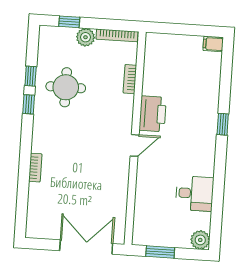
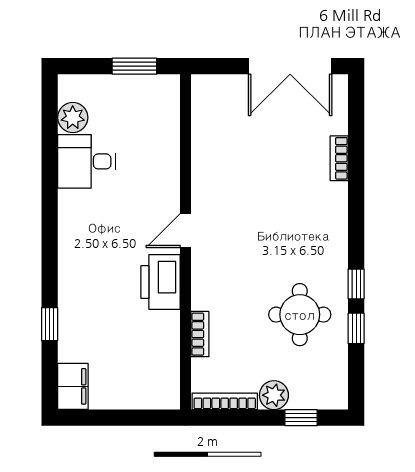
filing cabinet: (213, 44) -> (73, 386), width x2.00
window: (223, 124) -> (50, 324), moved
bookcase: (35, 168) -> (339, 158), moved
plant: (200, 240) -> (73, 118), moved
double door: (86, 247) -> (290, 66), moved

